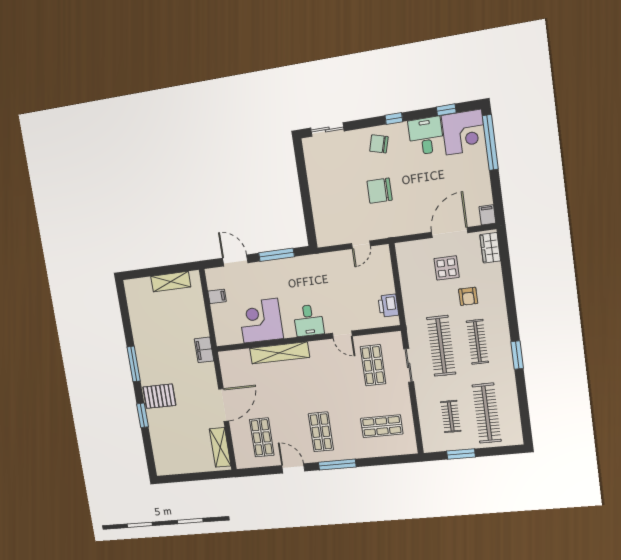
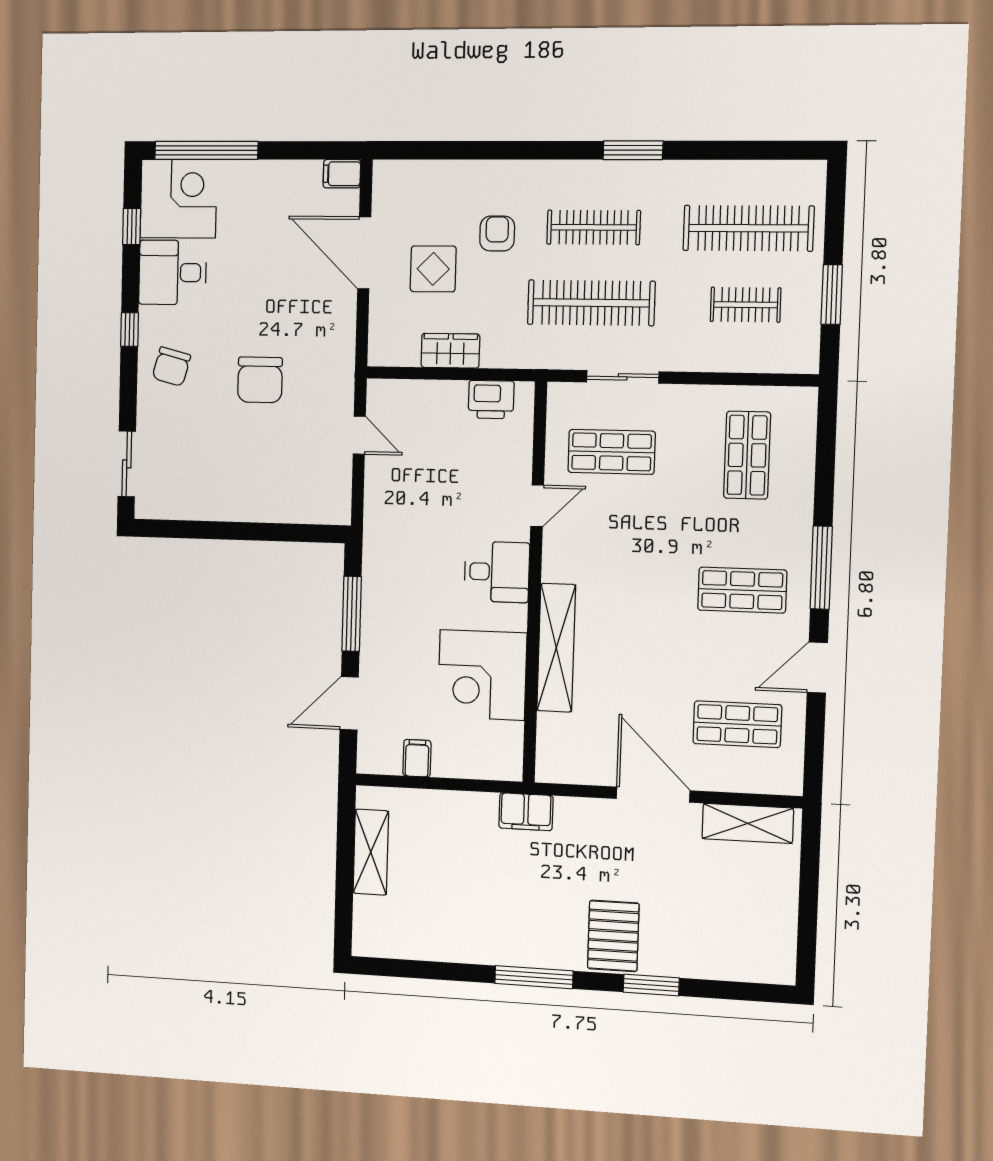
wardrobe: (490, 248) -> (450, 351), moved, turned 180
armchair: (468, 296) -> (497, 234), turned -90

